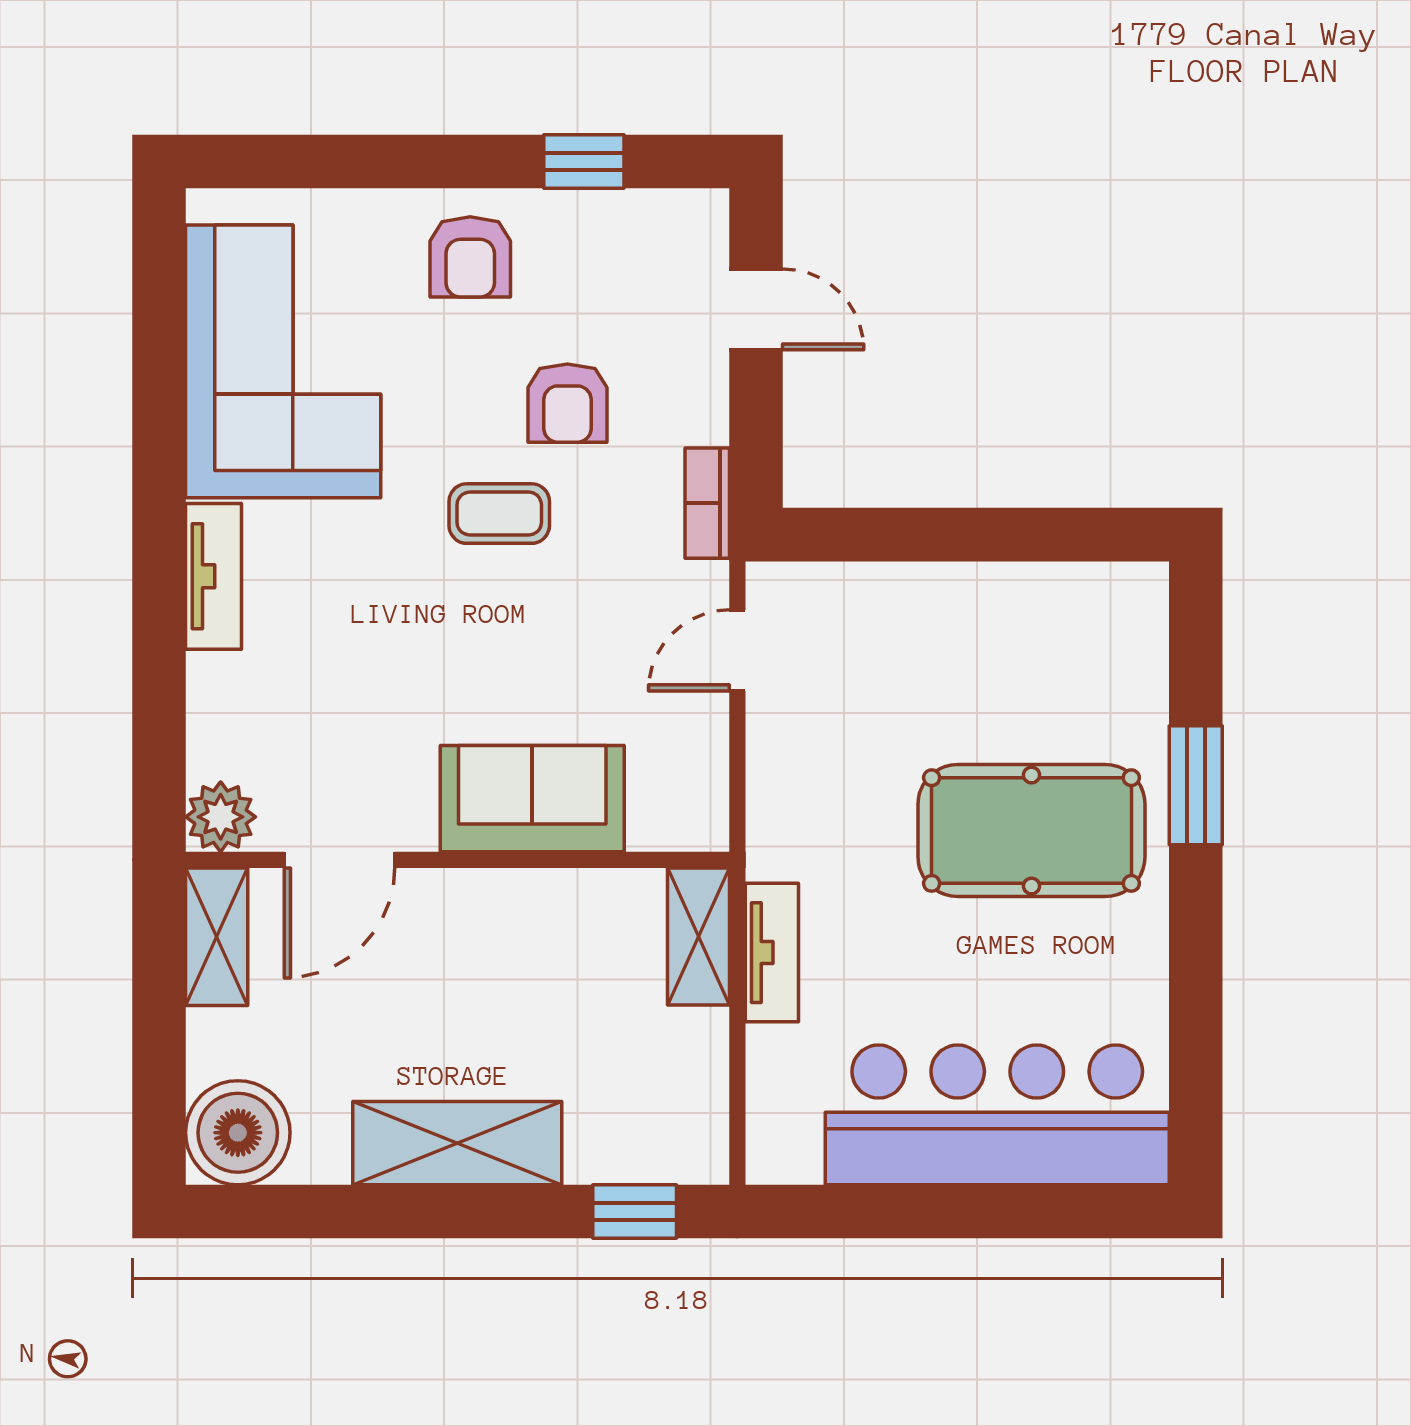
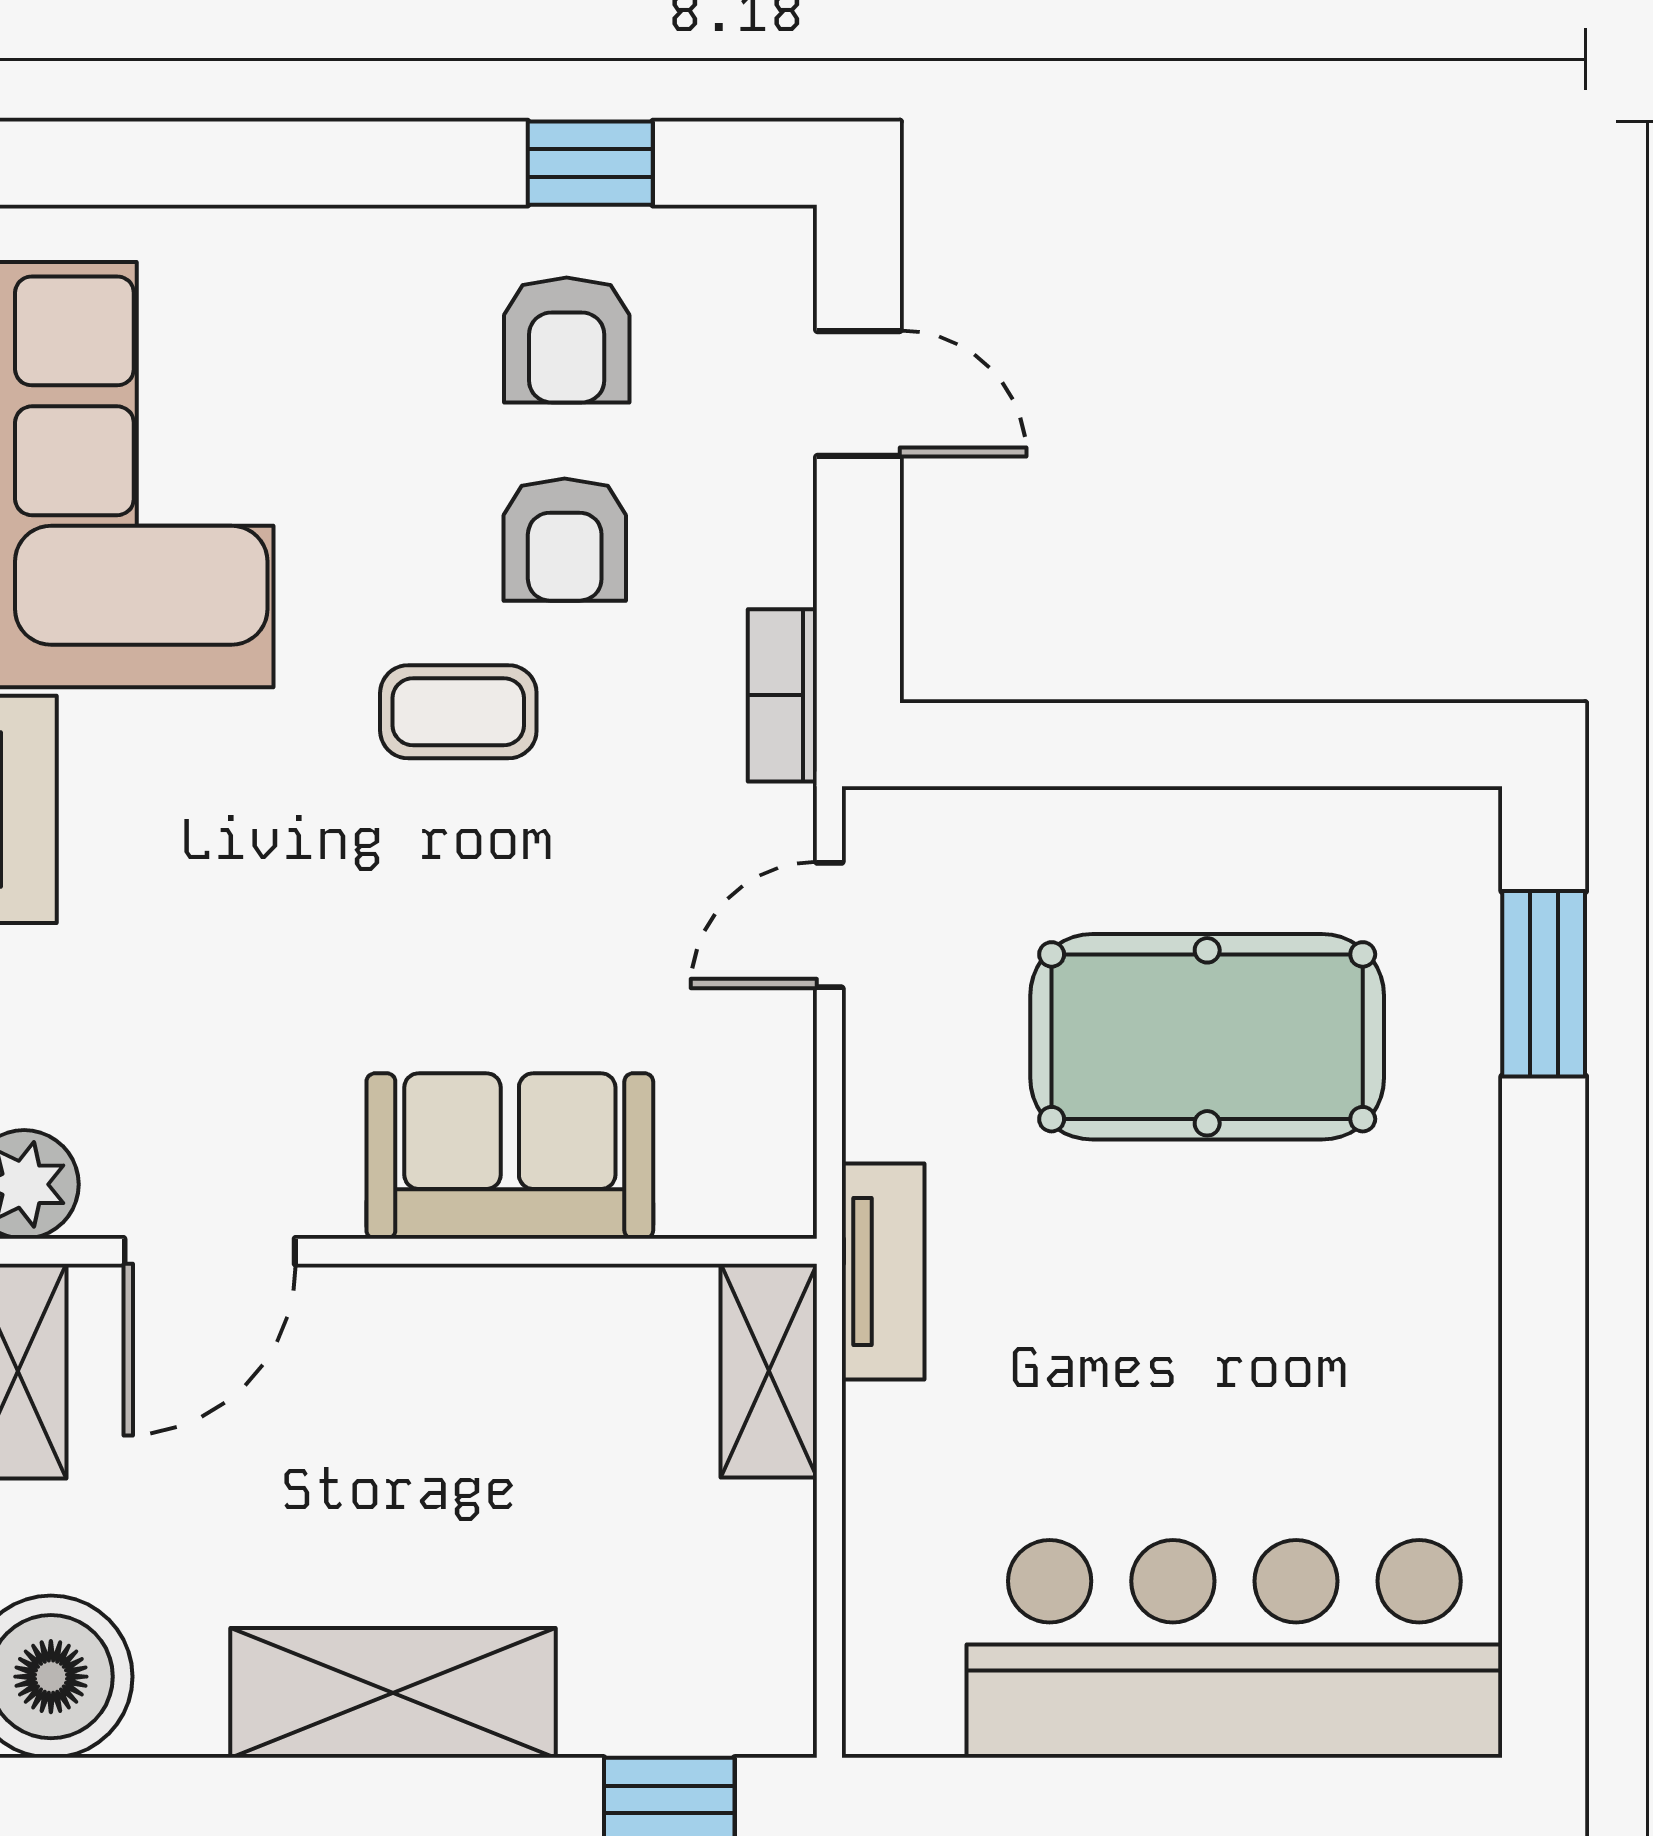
armchair: (470, 257) -> (567, 340), moved
window: (1196, 785) -> (1544, 984), moved
pool table: (1031, 831) -> (1207, 1037), moved
tv unit: (772, 953) -> (883, 1272), moved

